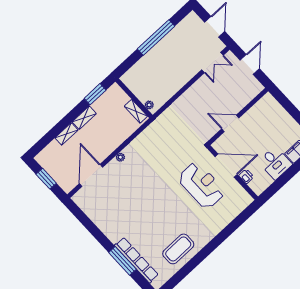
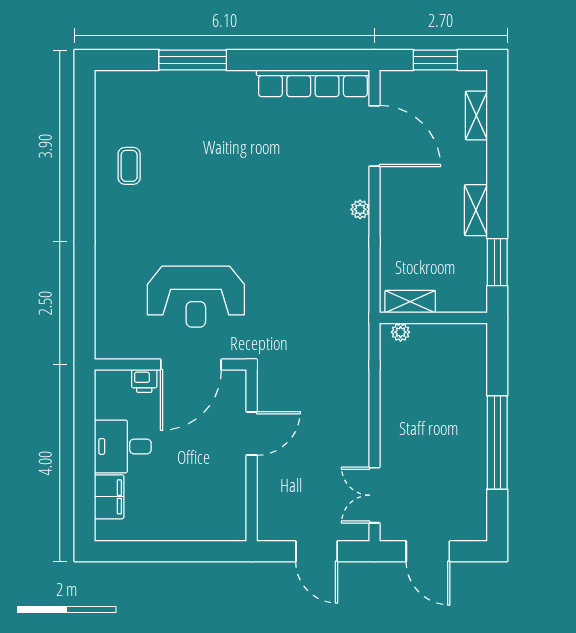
shelving: (66, 134) -> (476, 115), moved
coffee table: (178, 249) -> (129, 166), width x0.54, depth x0.58
row of seats: (136, 260) -> (313, 83), moved

